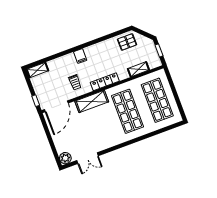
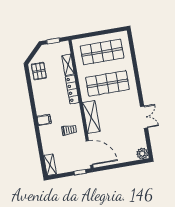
locker: (105, 82) -> (72, 89), moved
double door: (88, 158) -> (144, 117), moved

